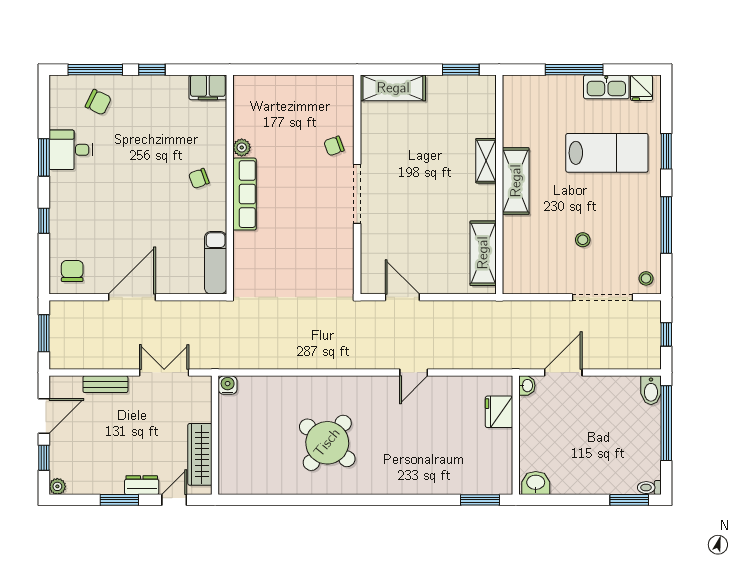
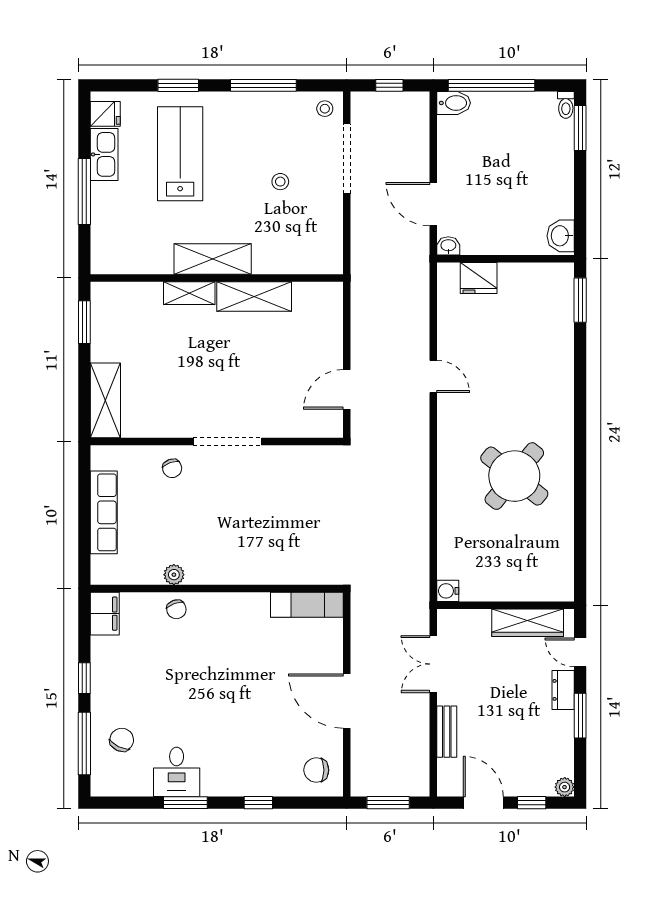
chair: (199, 178) -> (176, 609), moved
row of seats: (245, 194) -> (104, 512), moved, turned 90
shelving: (483, 253) -> (254, 296), moved

